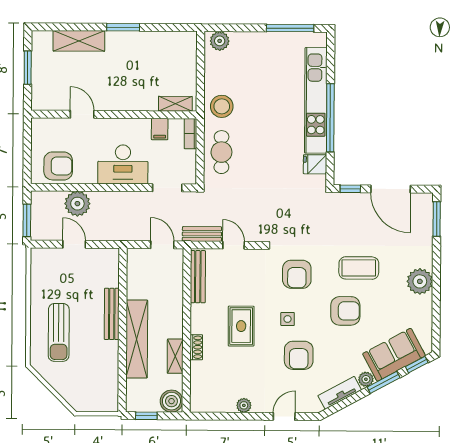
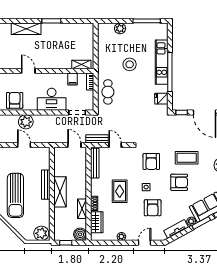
plant: (220, 41) -> (120, 28), moved
kitchen unit: (316, 100) -> (162, 62), width x0.73
stool: (222, 106) -> (130, 64), moved
armchair: (58, 166) -> (15, 100), turned -90
sun lounger: (59, 332) -> (15, 195), width x1.36, depth x1.34
shelving: (137, 339) -> (60, 192), width x0.68
wardrobe: (201, 380) -> (97, 222), added
plant: (104, 399) -> (41, 233), added

